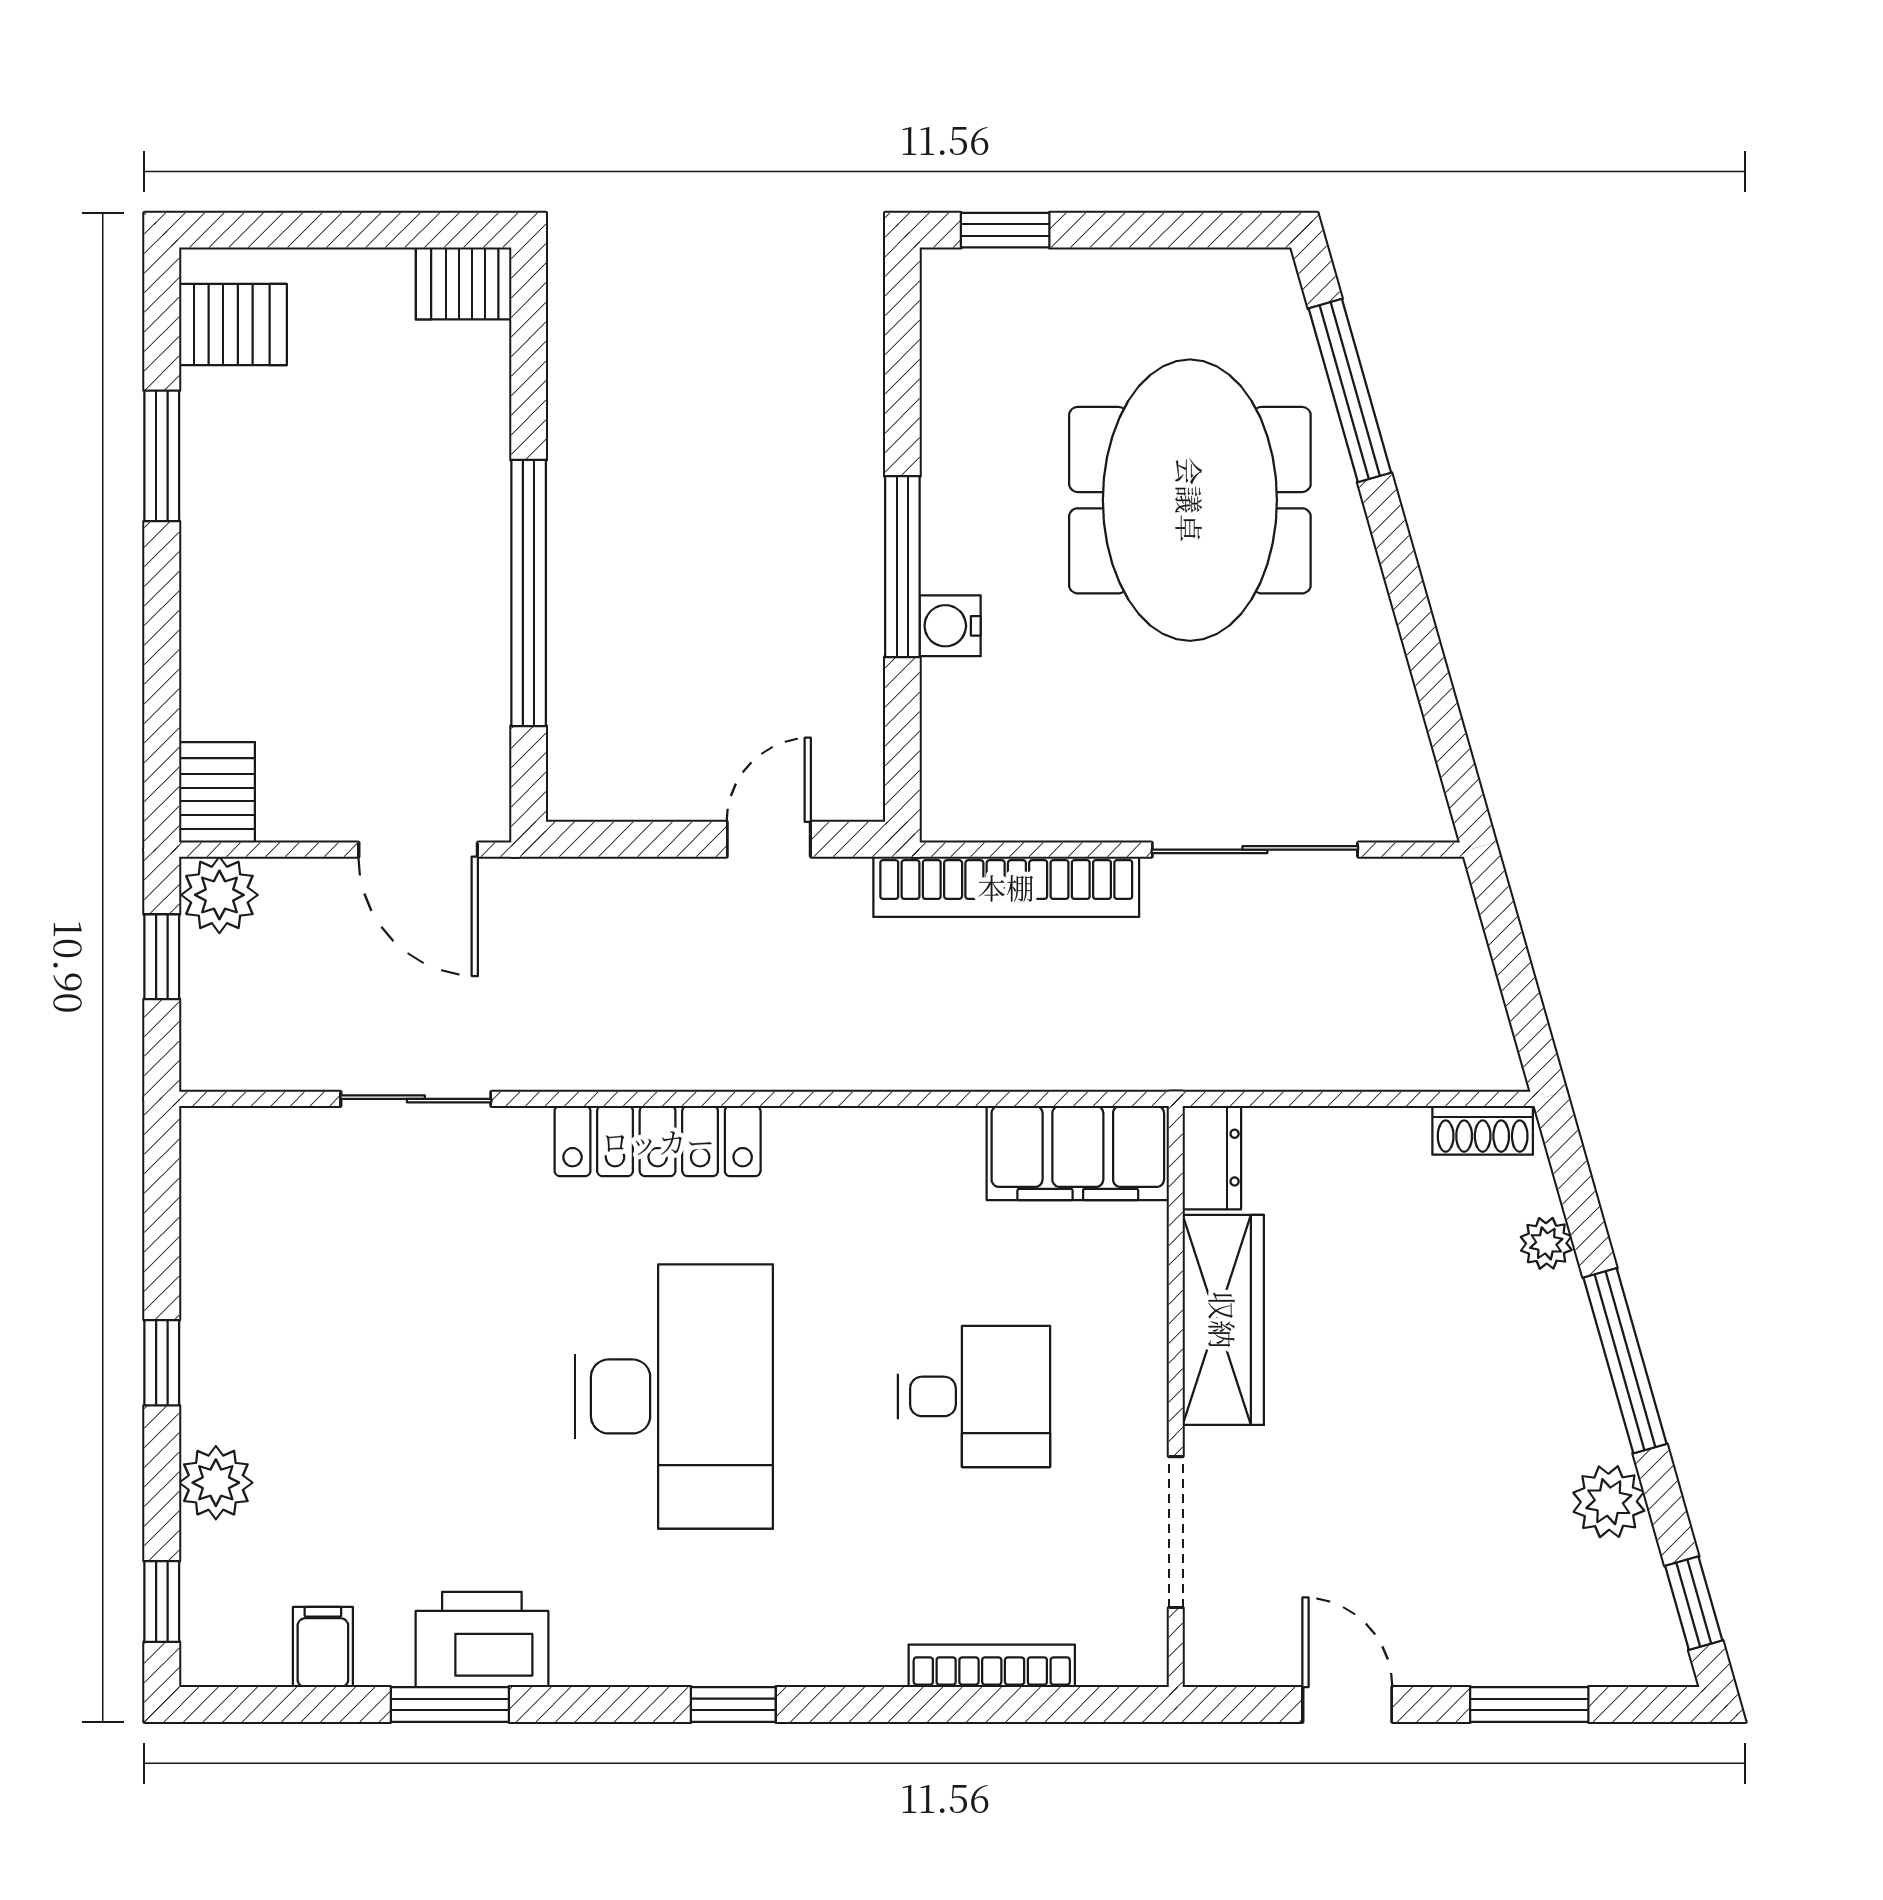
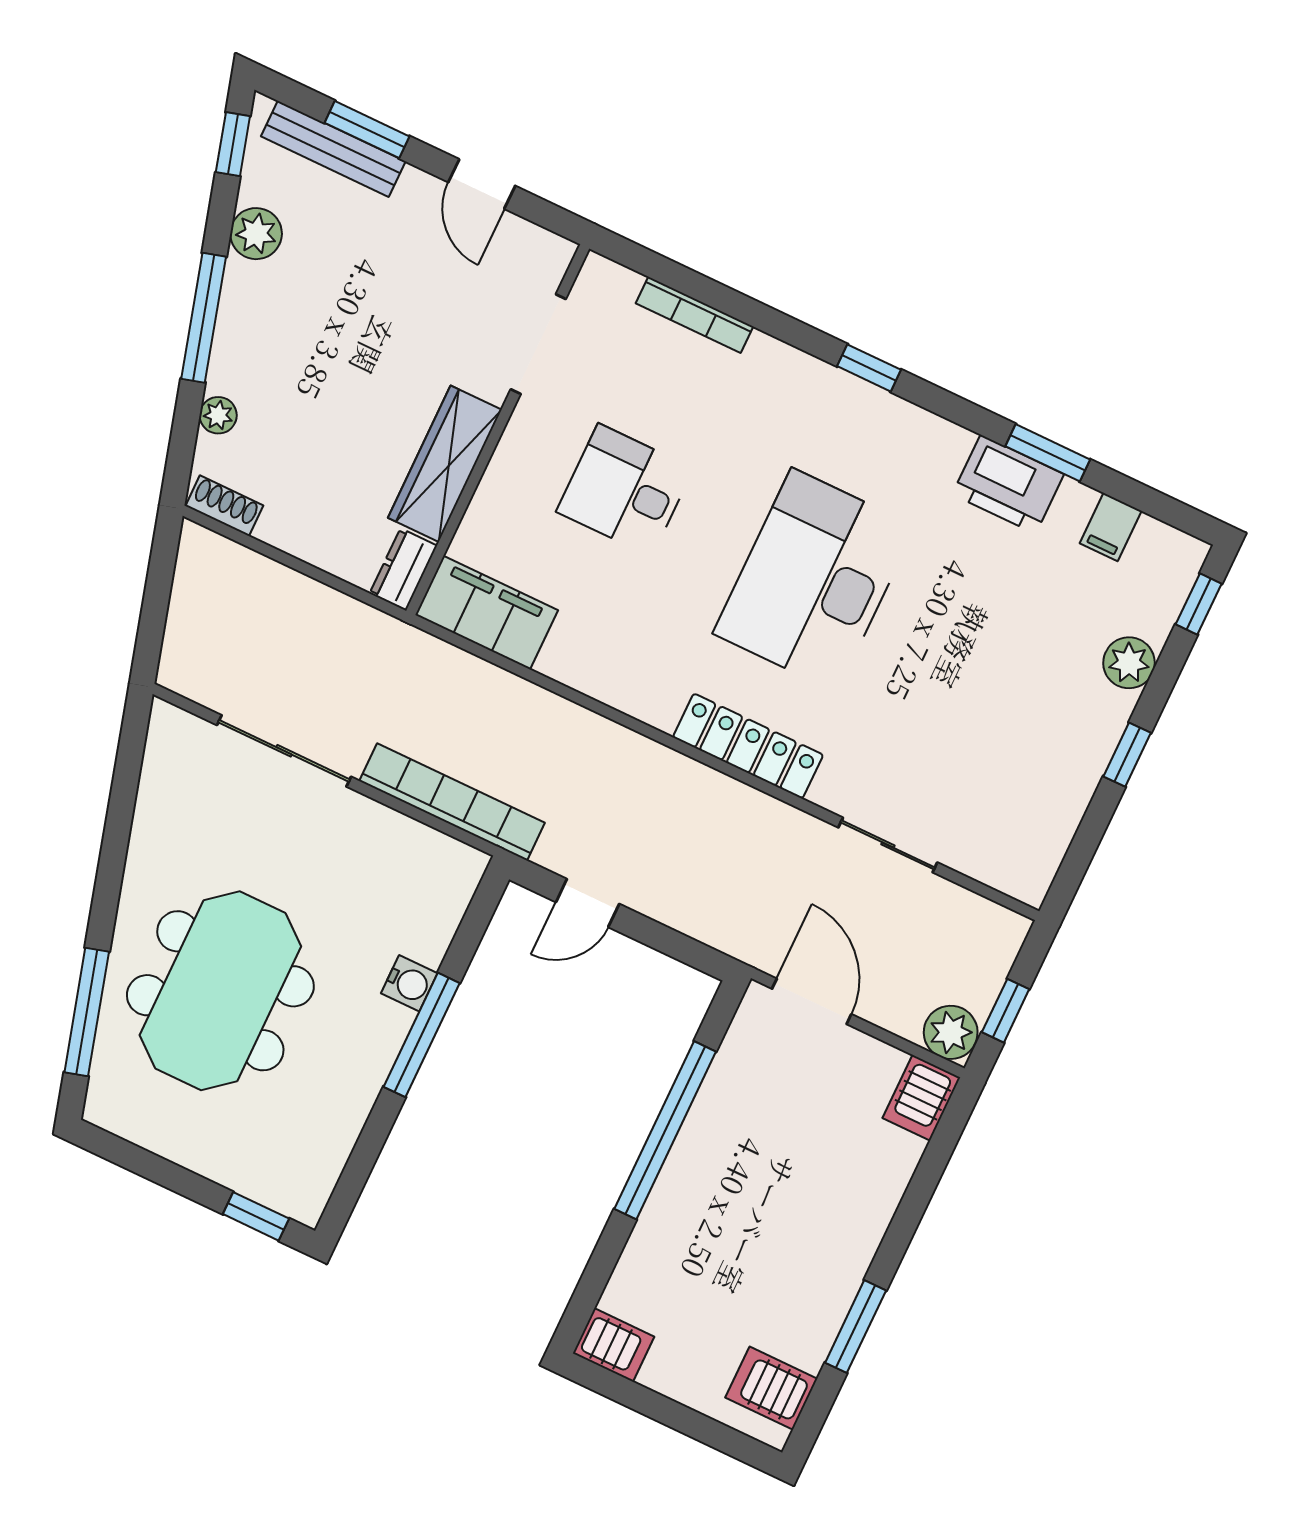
bench: (1561, 1659) -> (333, 149), added

